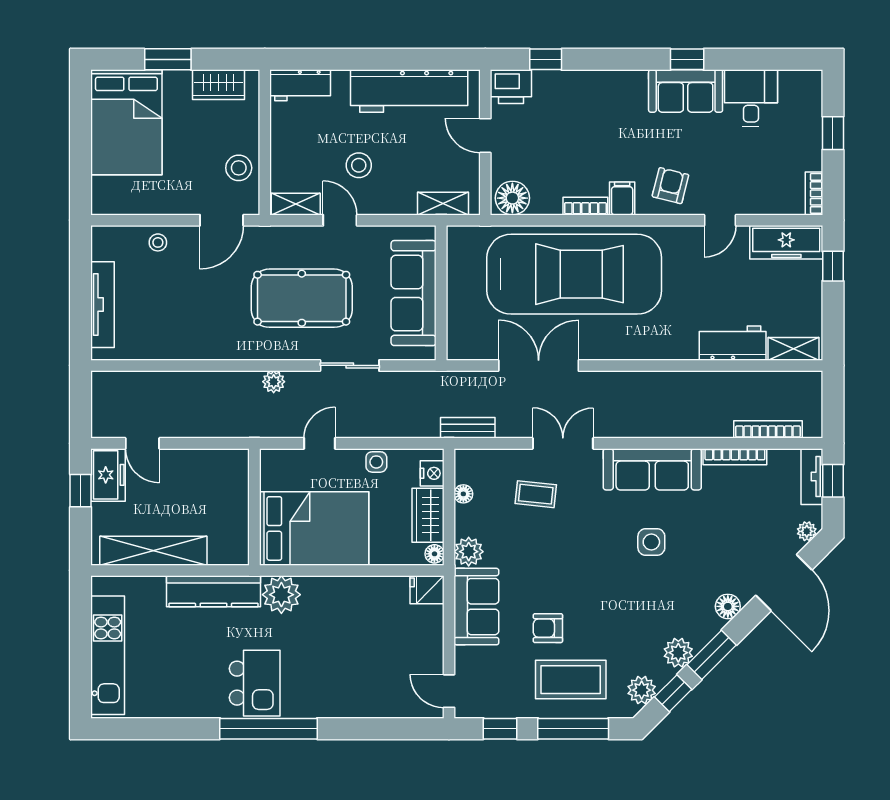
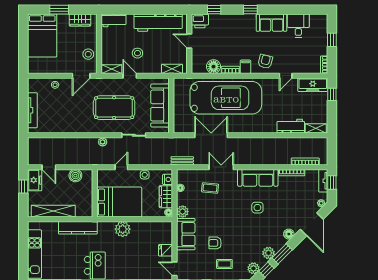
window: (687, 59) -> (250, 10), moved
floor lamp: (512, 198) -> (214, 67), moved
boiler: (207, 464) -> (75, 176), added
fridge: (427, 590) -> (165, 250), moved
plant: (281, 595) -> (123, 229), moved
coffee table: (571, 680) -> (224, 264), width x0.54, depth x0.58

